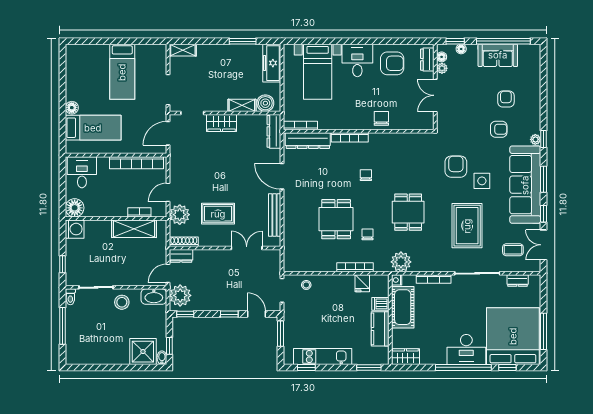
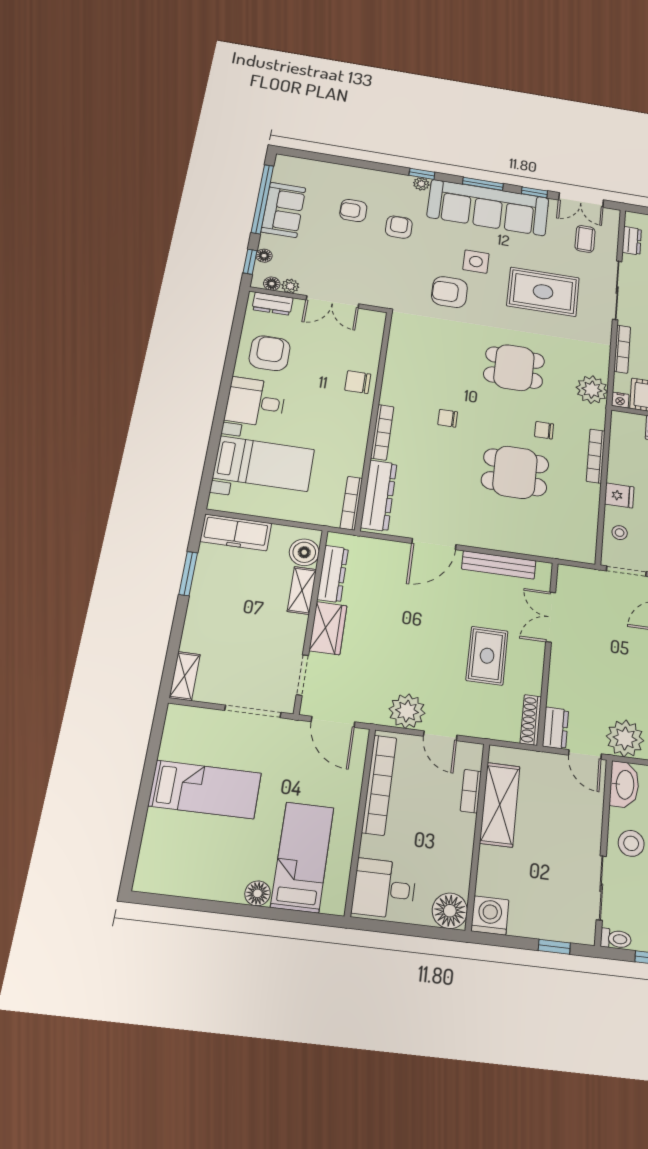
dresser: (274, 131) -> (333, 574), moved, turned -90
plant: (180, 215) -> (407, 711), moved
fridge: (362, 283) -> (619, 495), moved

